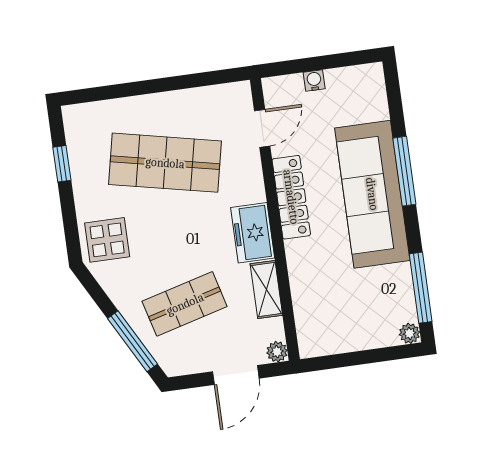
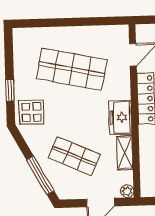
window: (62, 164) -> (10, 90), moved
shop shelf: (185, 304) -> (74, 156), turned 39

